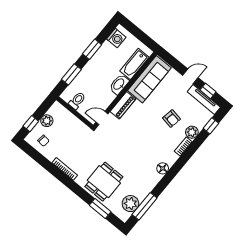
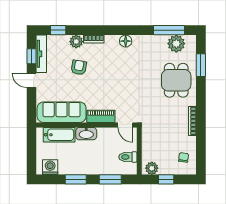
plant: (47, 121) -> (152, 168), moved
window: (31, 124) -> (166, 179), moved
dining table: (104, 182) -> (176, 80), turned 90

